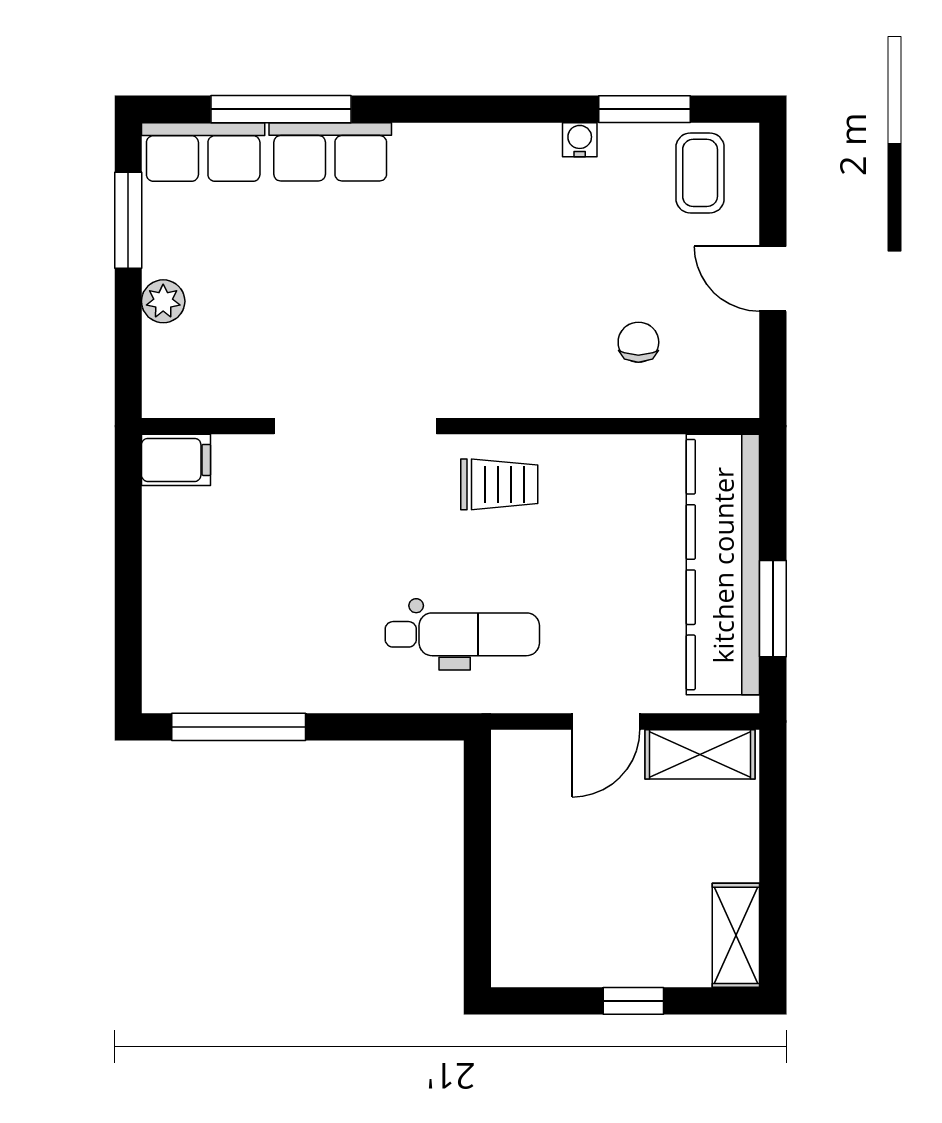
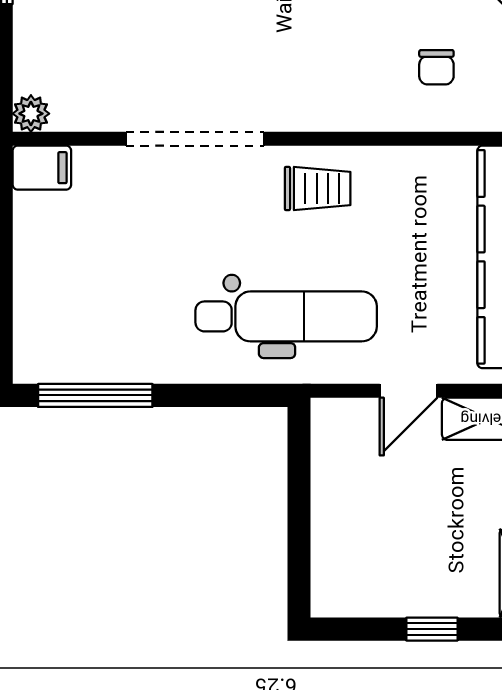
plant: (163, 301) -> (31, 114), moved
chair: (638, 342) -> (436, 67), turned 180
dental chair: (462, 634) -> (286, 316), width x1.36, depth x1.38

